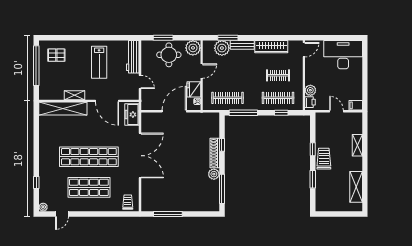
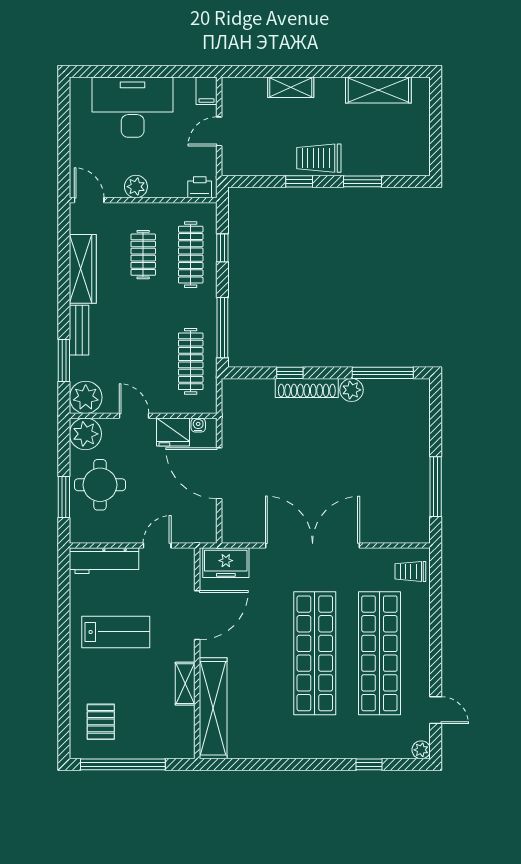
plant: (222, 48) -> (86, 397), moved
desk: (343, 55) -> (133, 107), moved, turned 90
plant: (310, 90) -> (136, 187), moved
shop shelf: (89, 187) -> (379, 653), width x1.40

